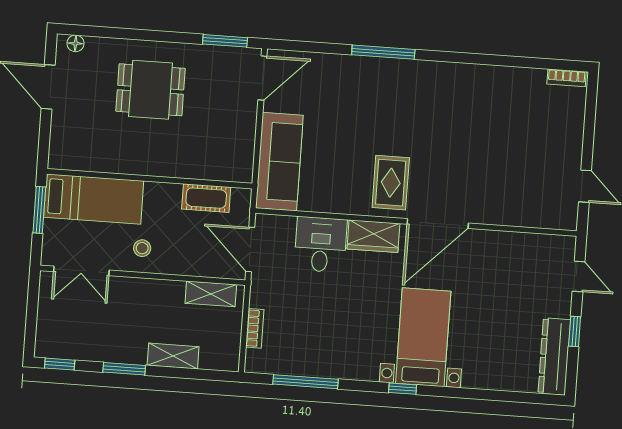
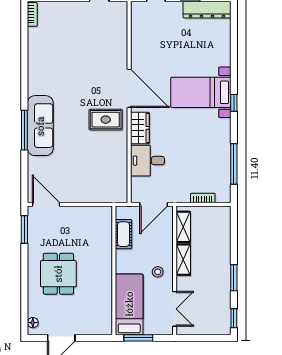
sofa: (279, 162) -> (40, 126), moved, turned 90
shelving: (173, 356) -> (183, 260), moved

